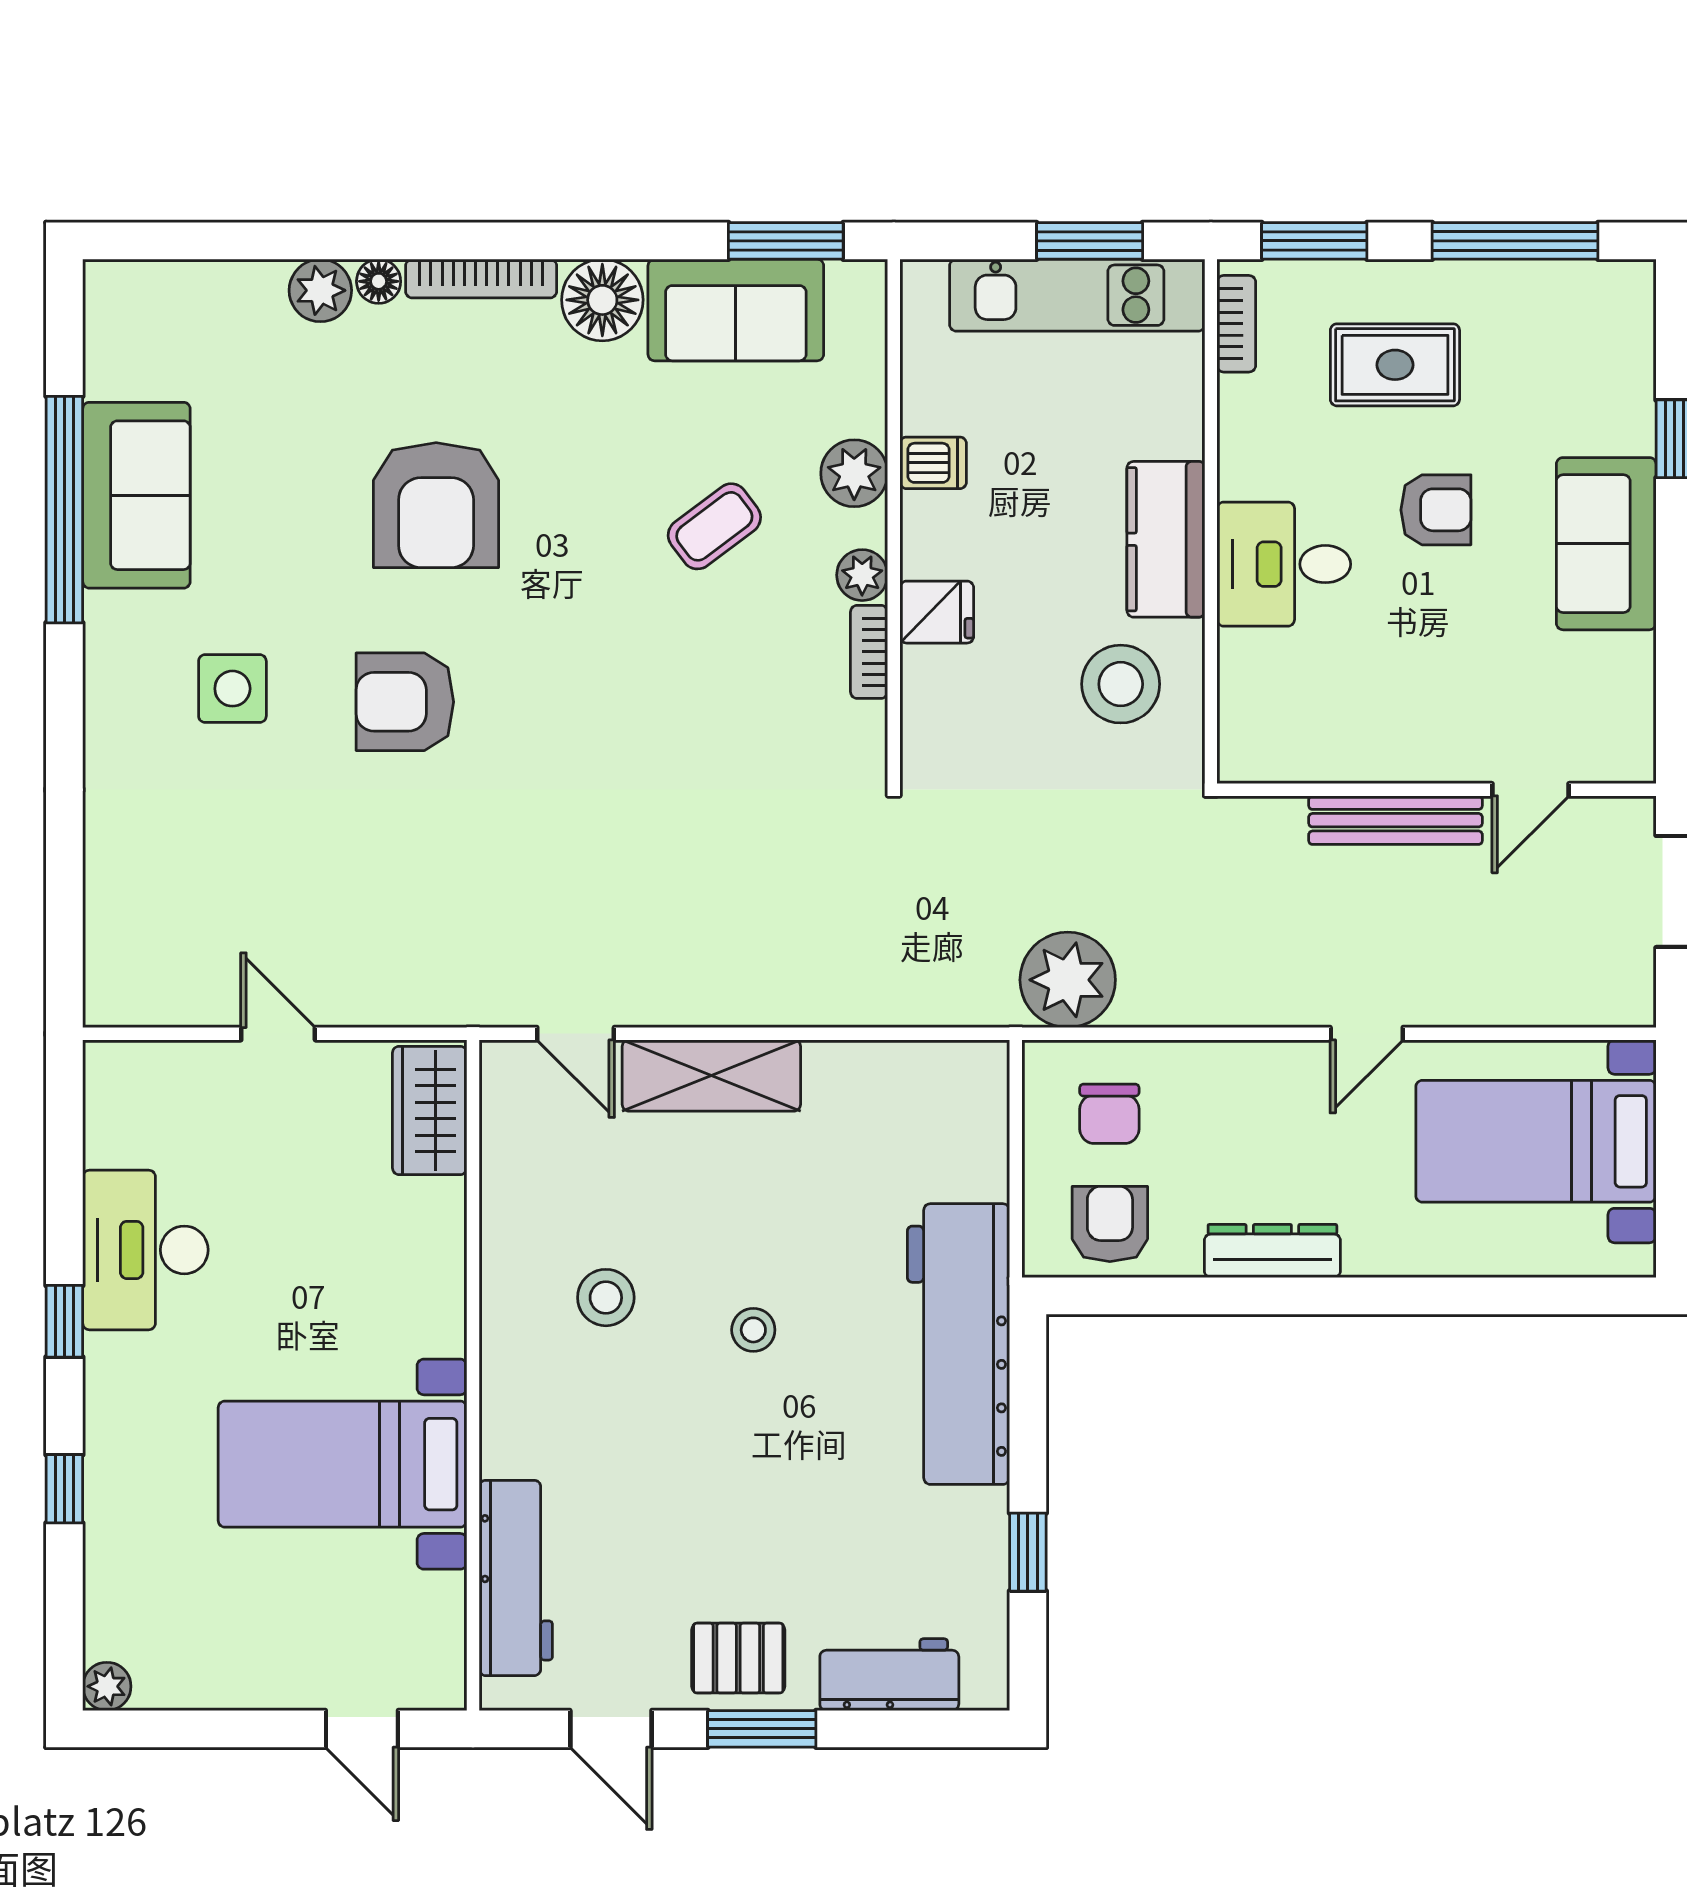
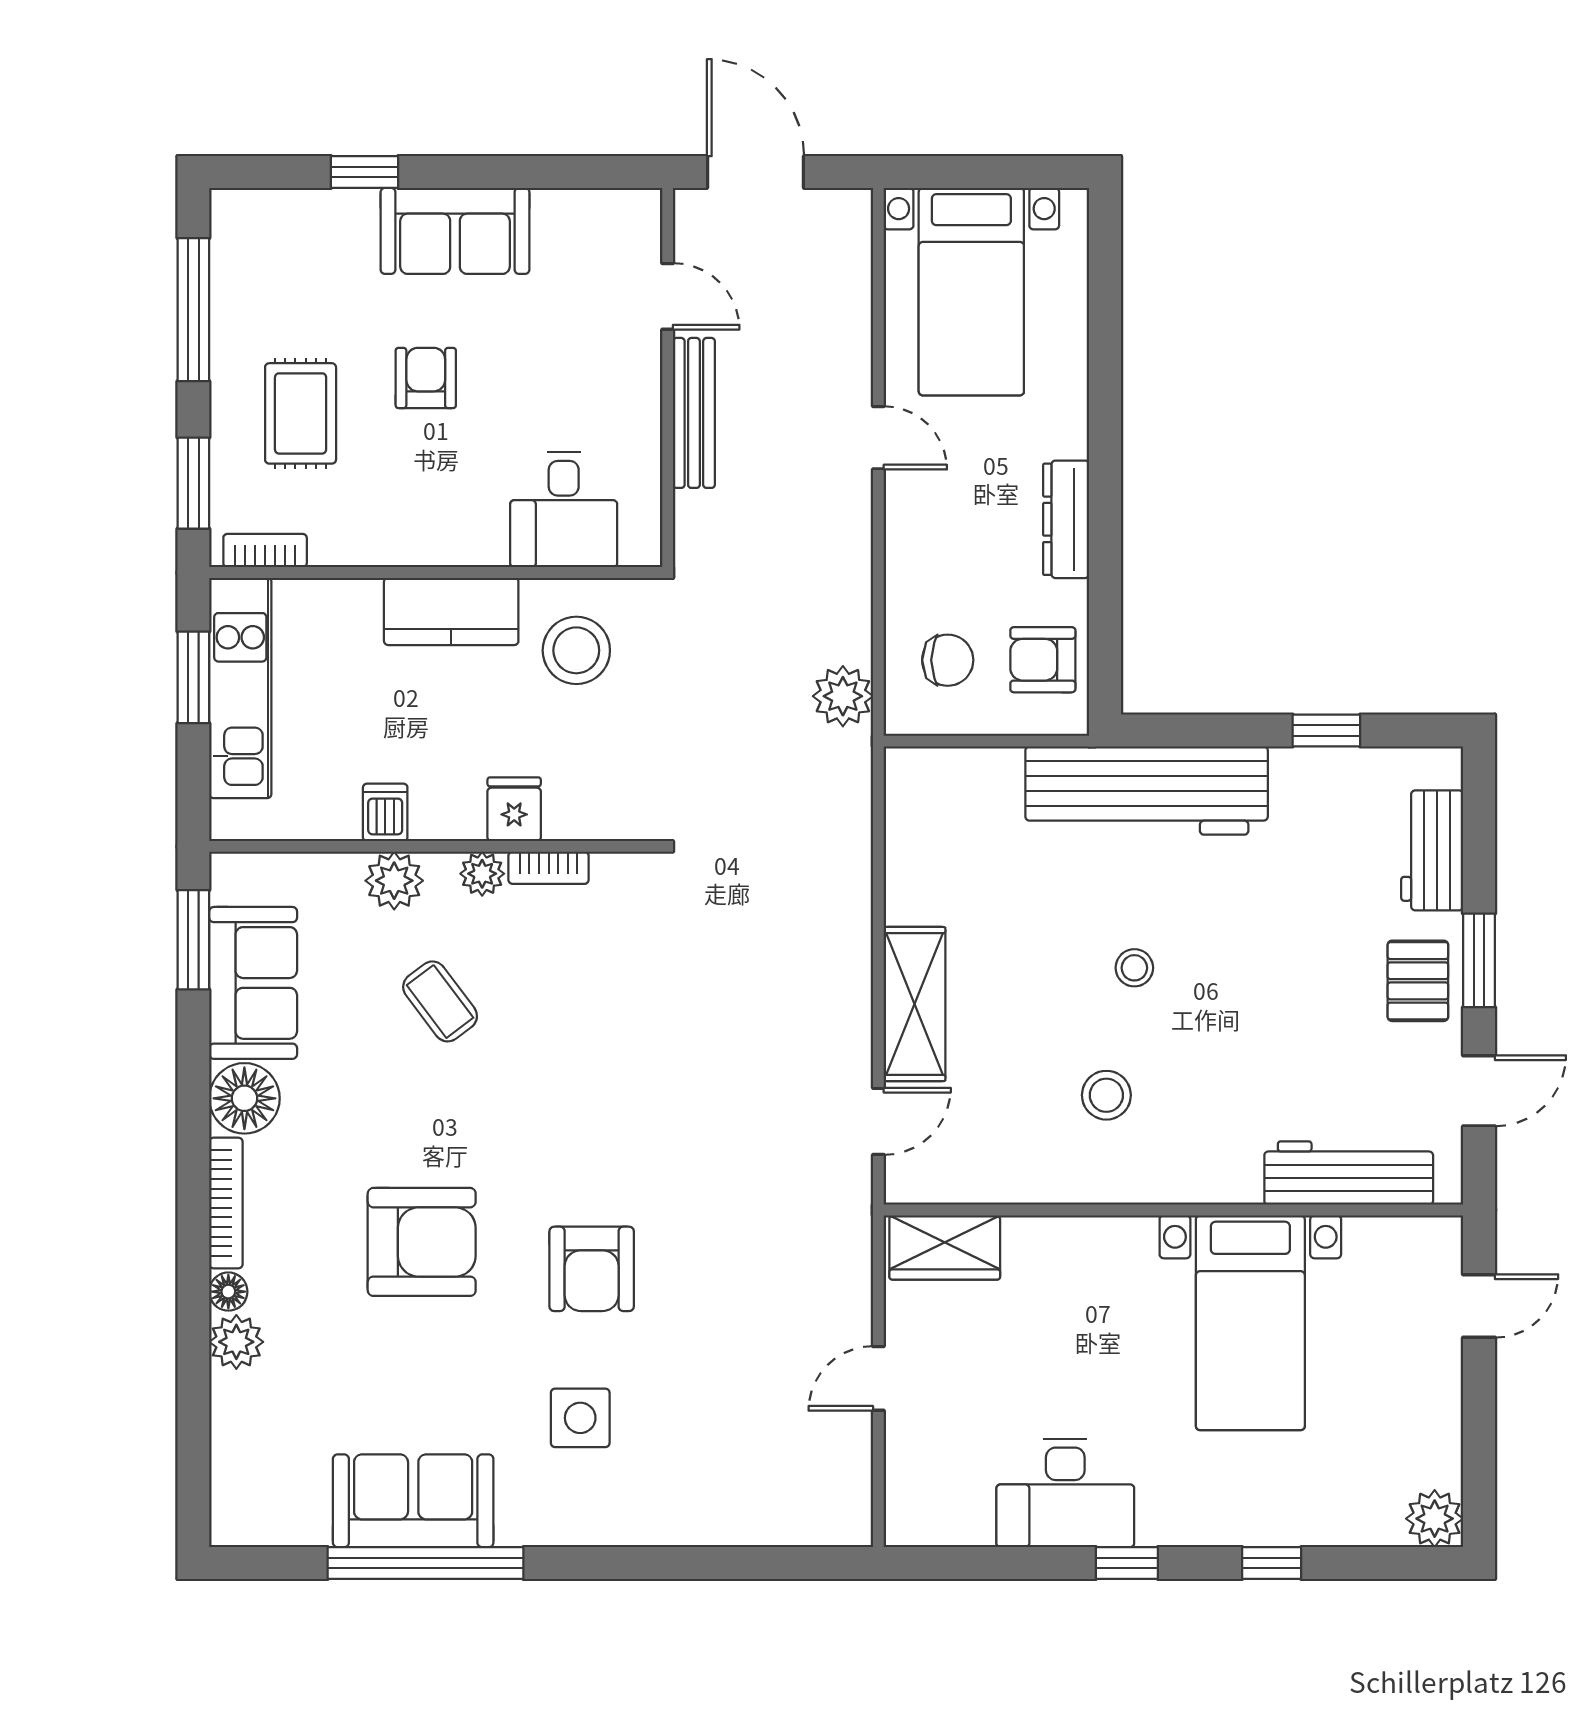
desk: (1284, 564) -> (564, 509), moved
plant: (1068, 980) -> (843, 696), width x0.73, depth x0.73
plant: (107, 1686) -> (1435, 1519), width x1.38, depth x1.38

